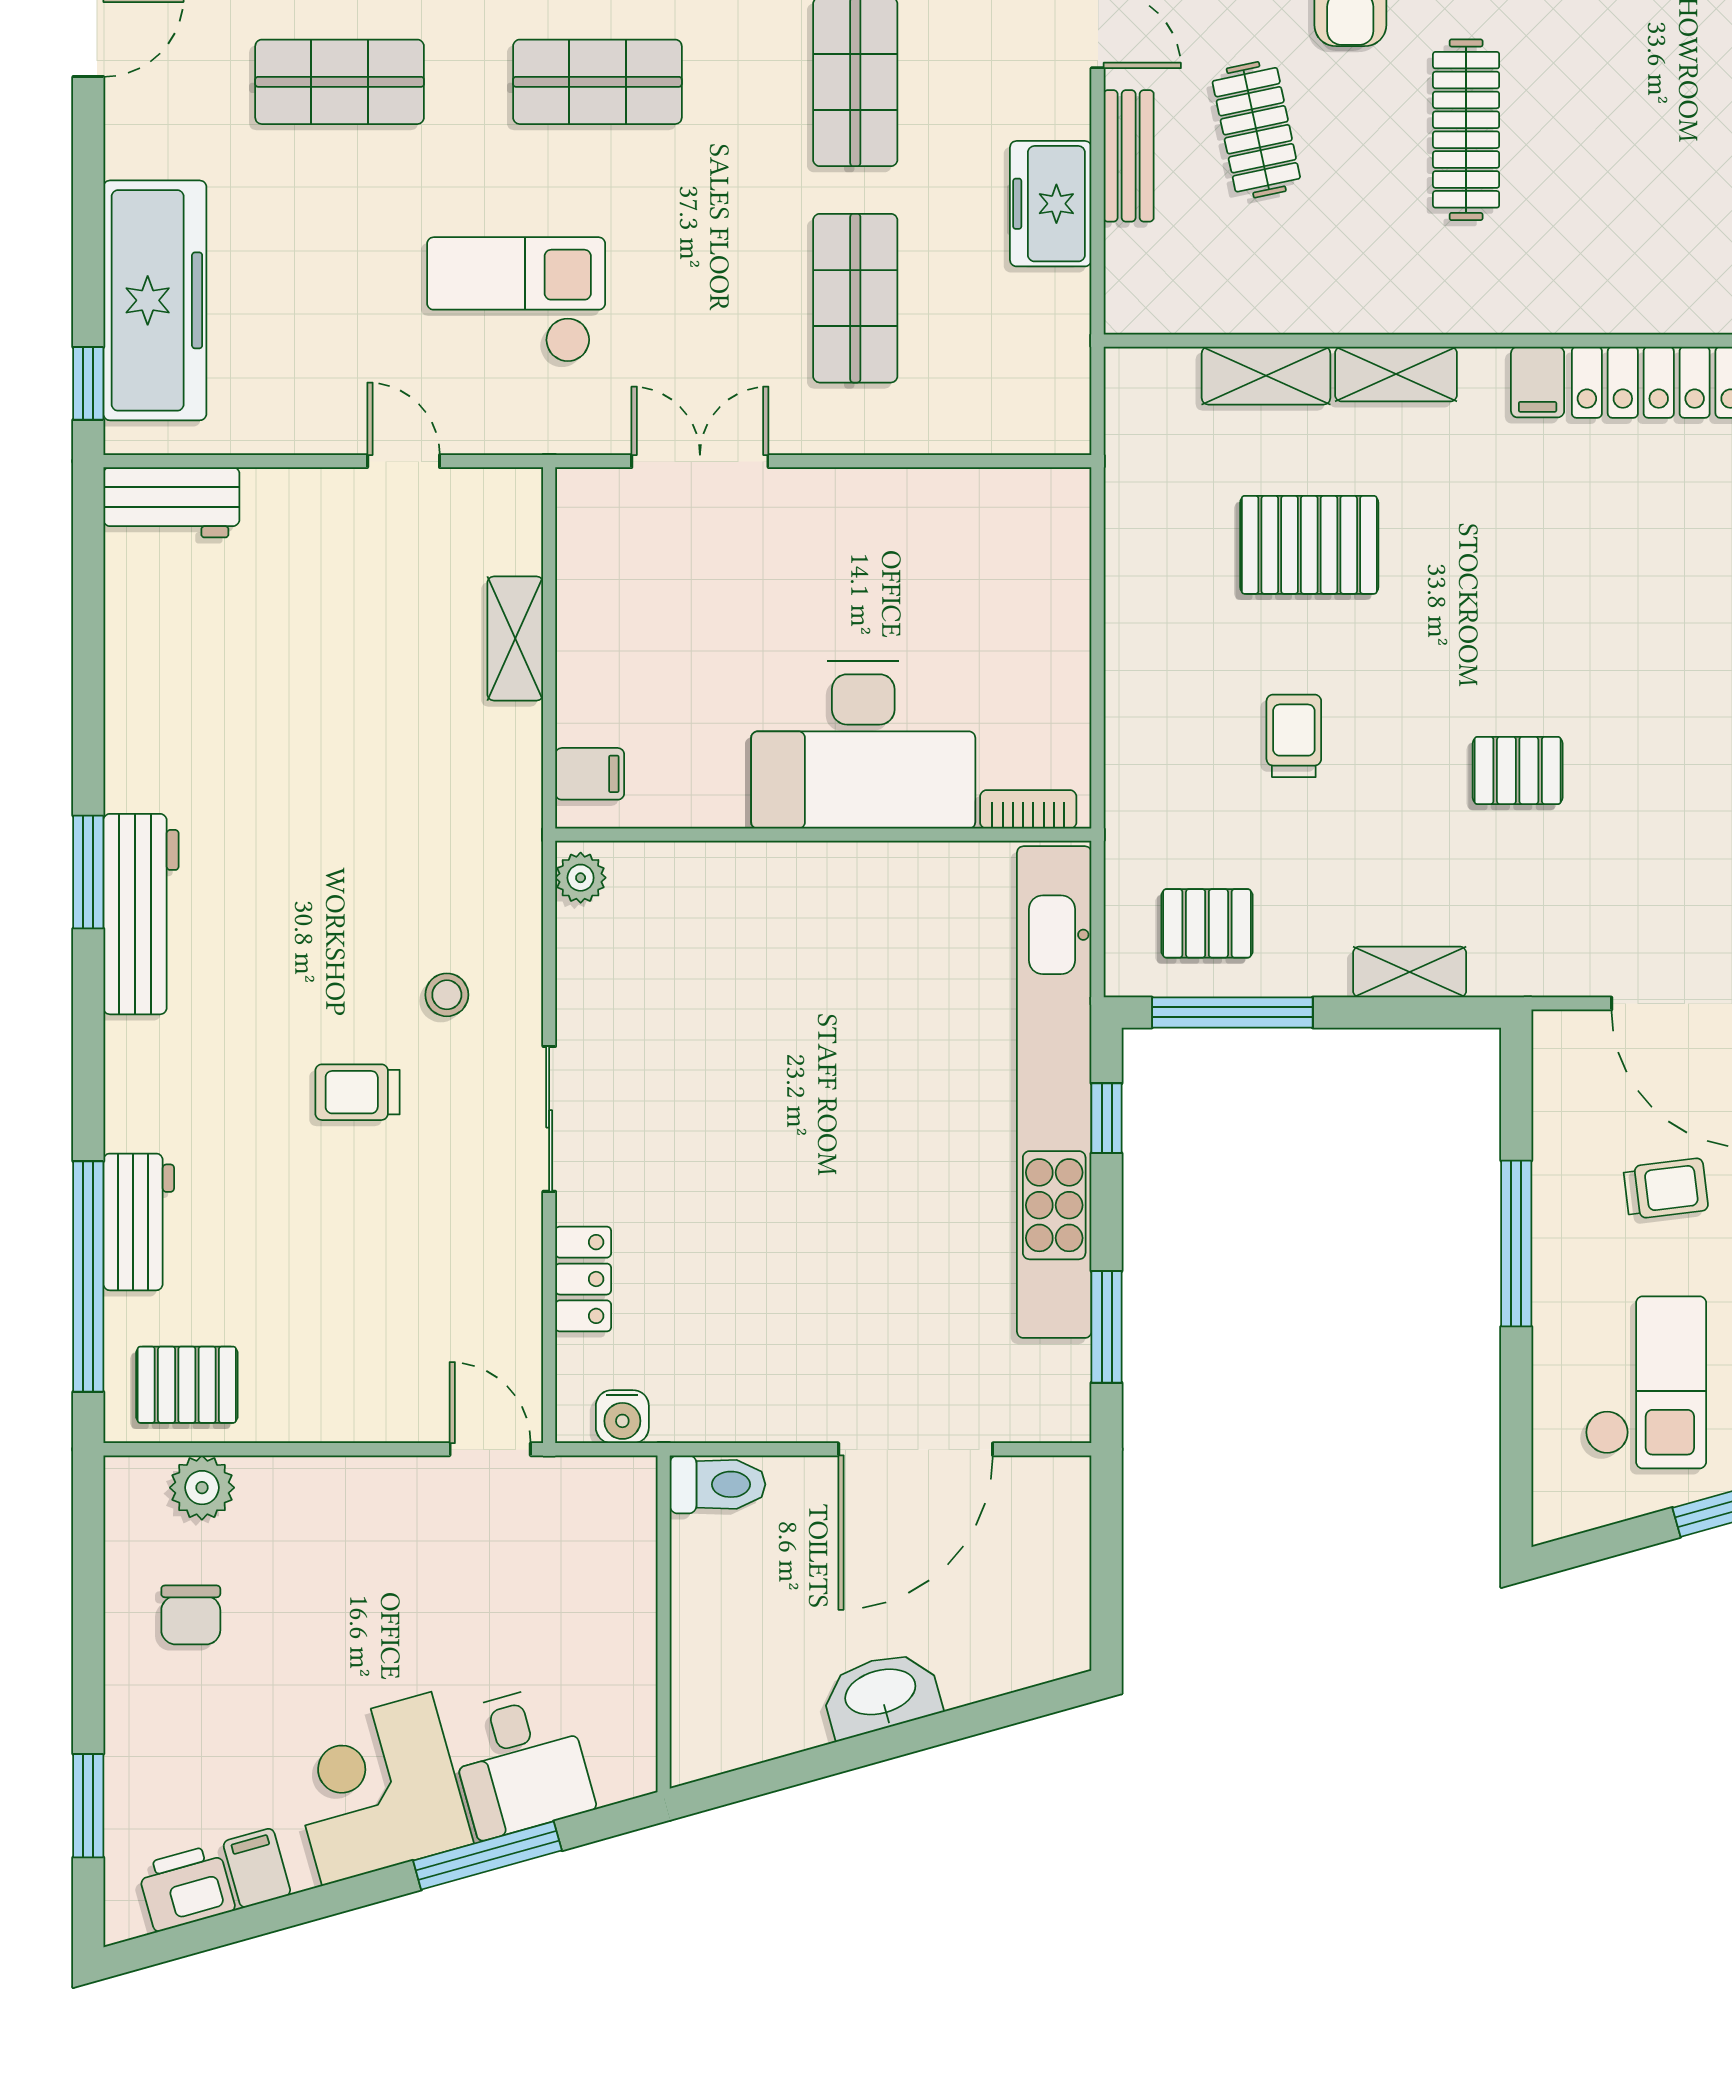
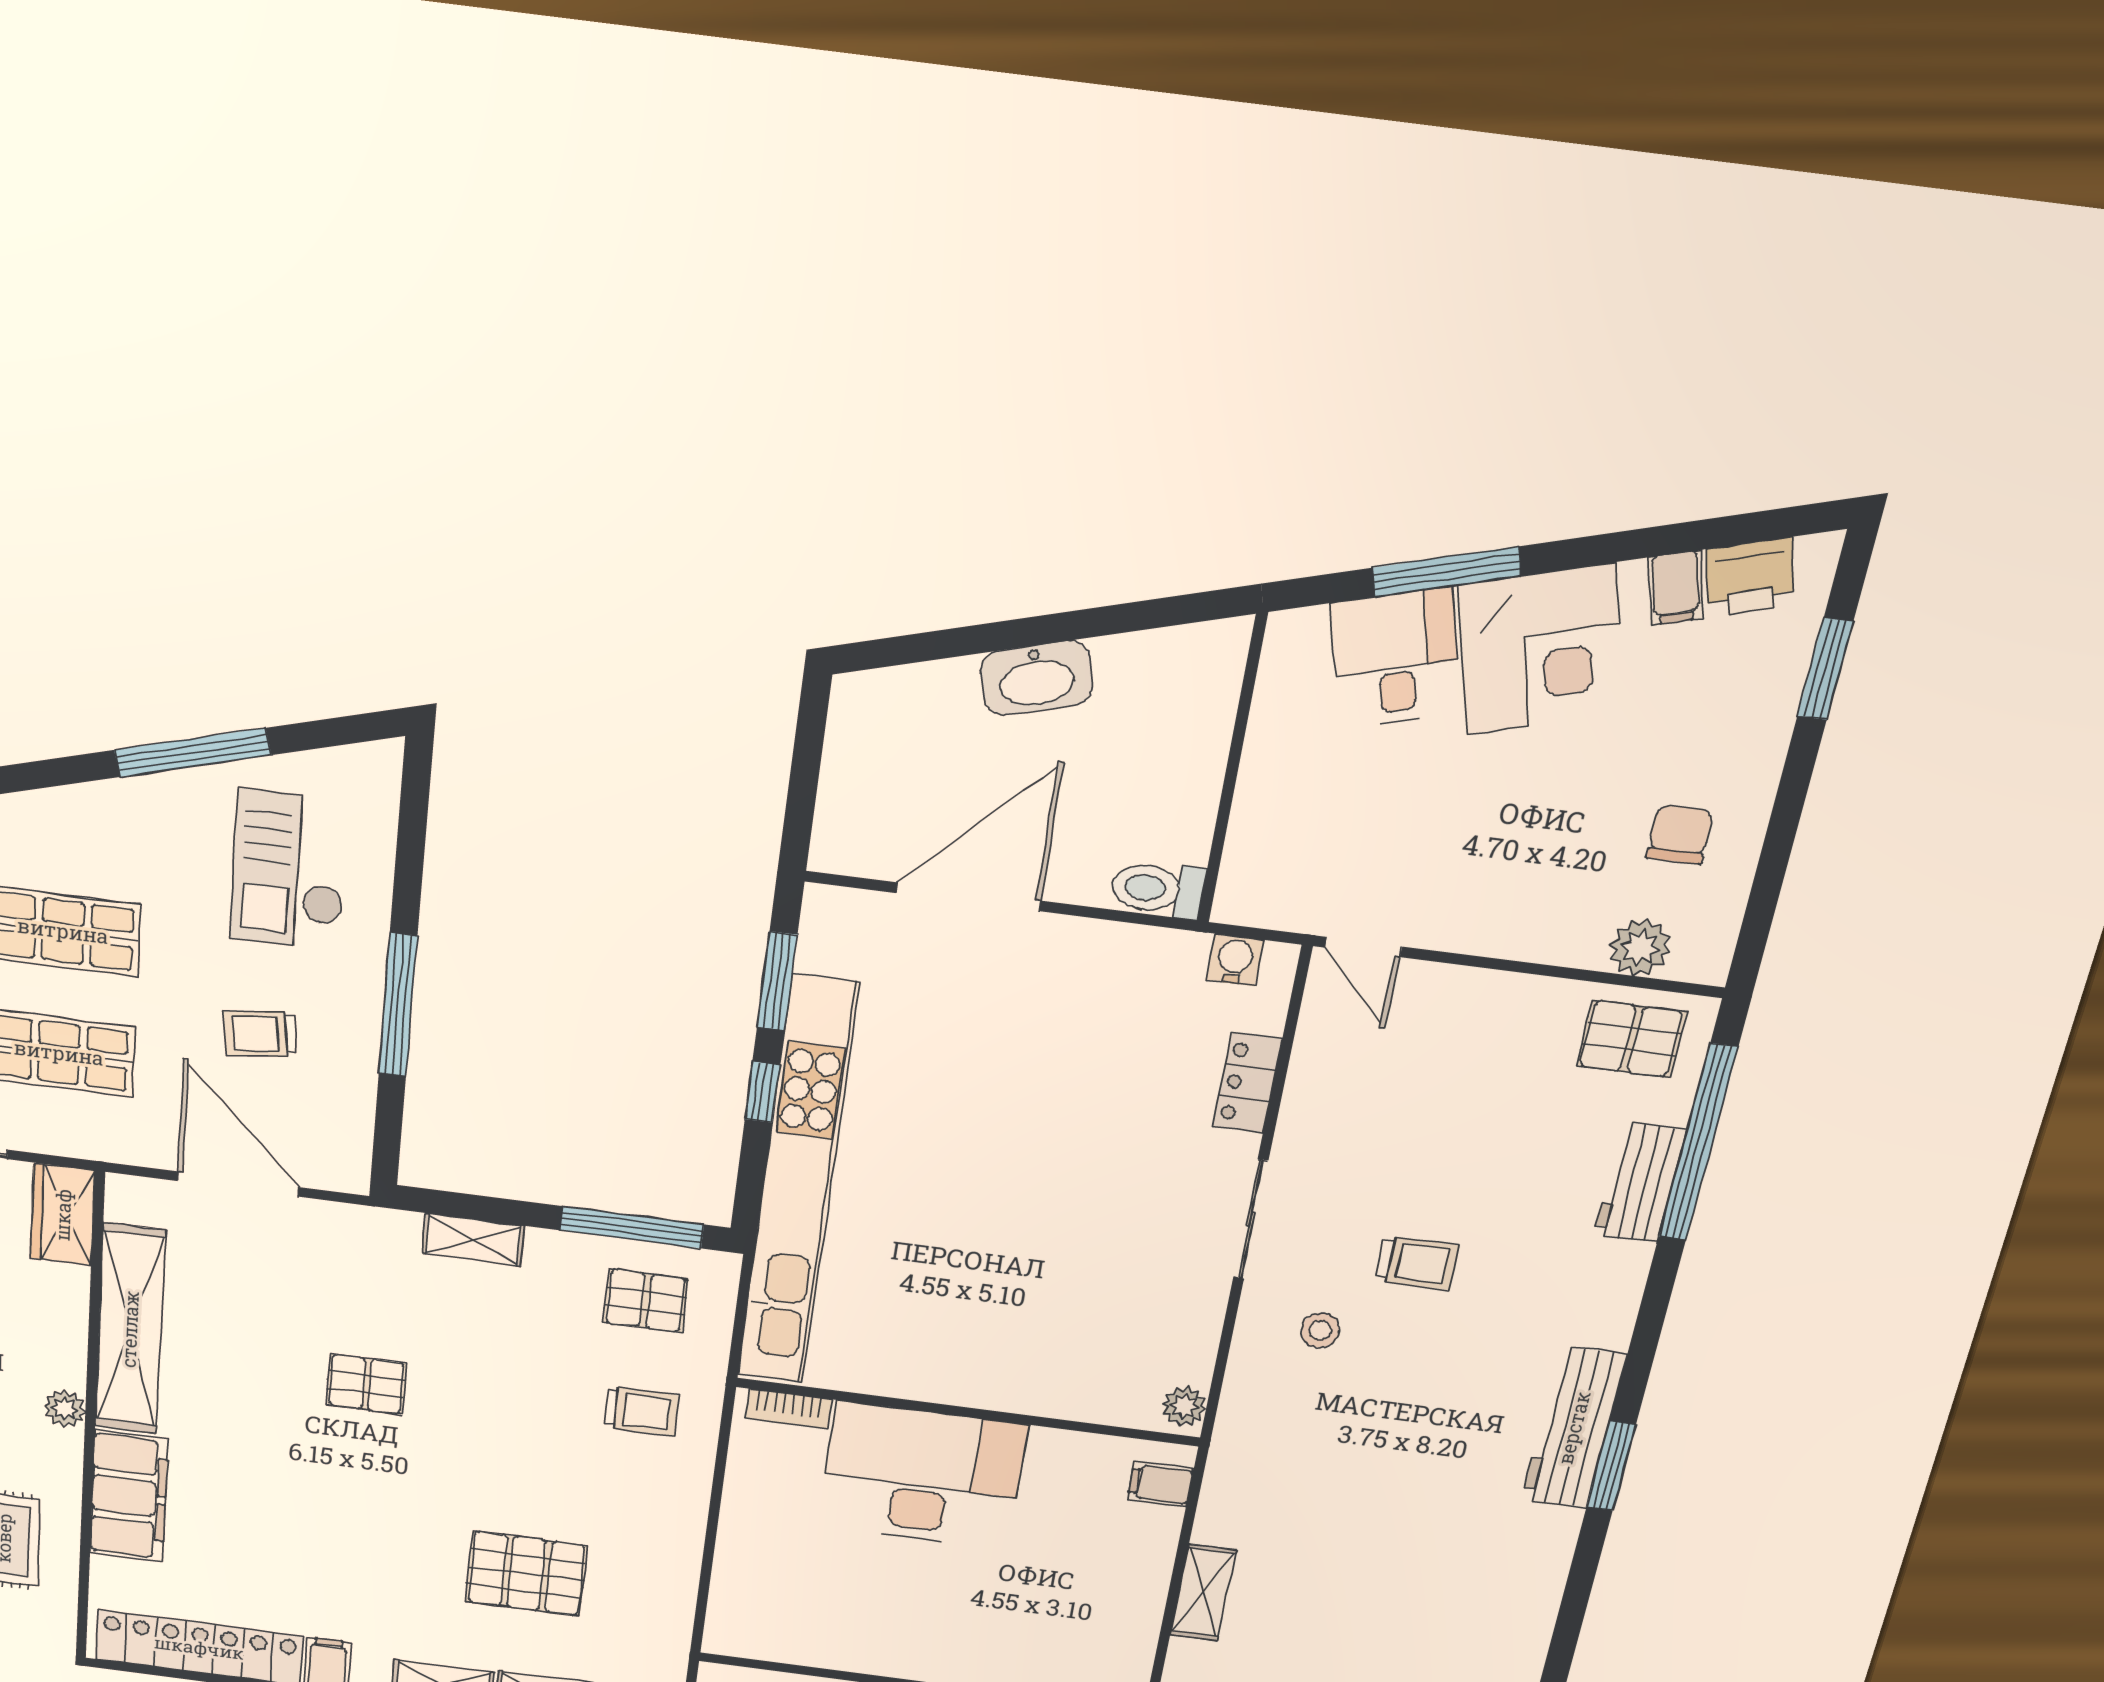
trolley: (1294, 736) -> (642, 1411), moved, turned -90
window: (1107, 1118) -> (762, 1092), moved

